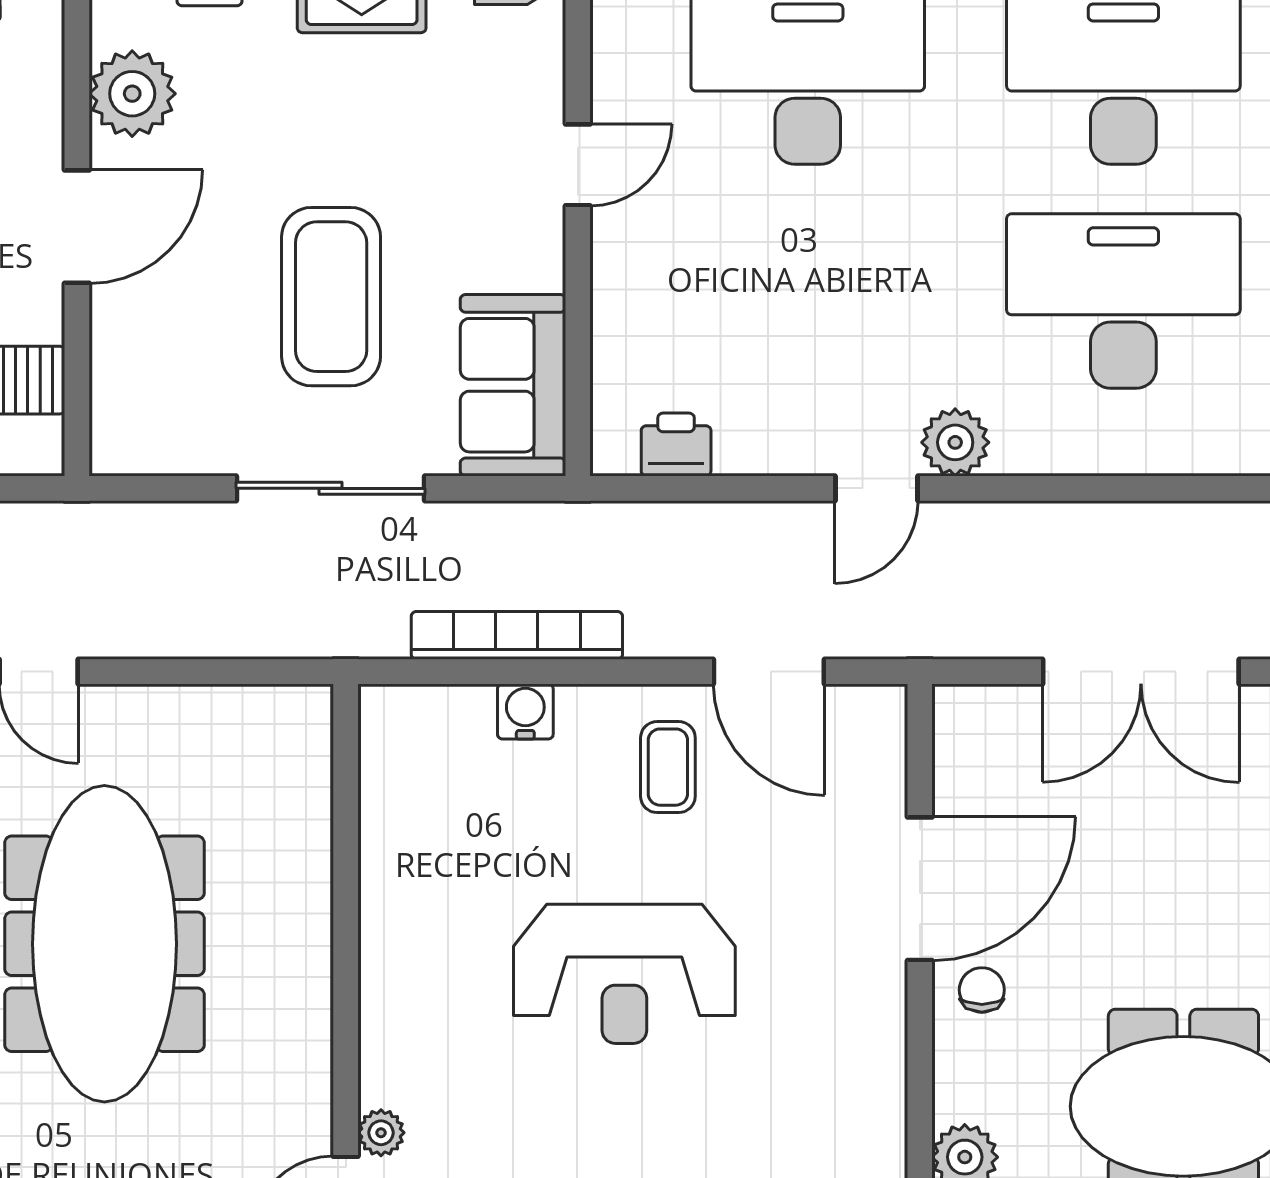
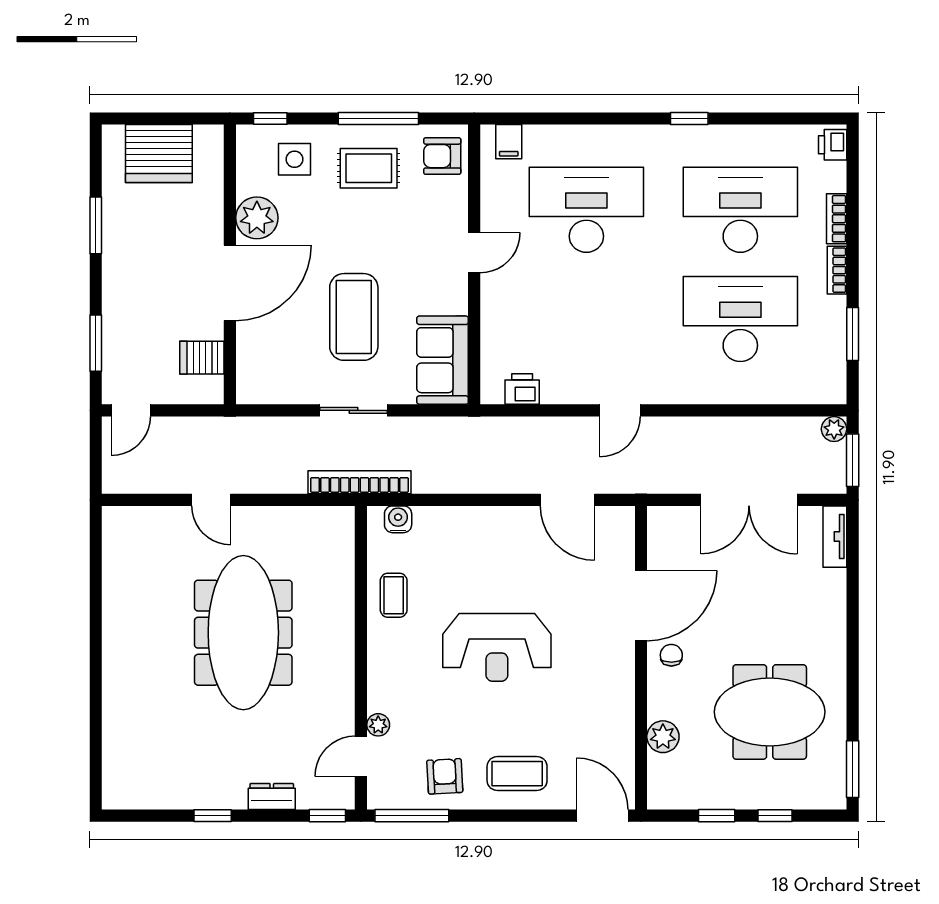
door: (77, 227) -> (230, 283), width x1.36
plant: (955, 442) -> (658, 388), removed
sliding door: (330, 488) -> (354, 410), width x0.73
bookcase: (517, 635) -> (360, 482), moved
water cooler: (525, 711) -> (398, 519), moved
coffee table: (668, 767) -> (394, 595), moved

